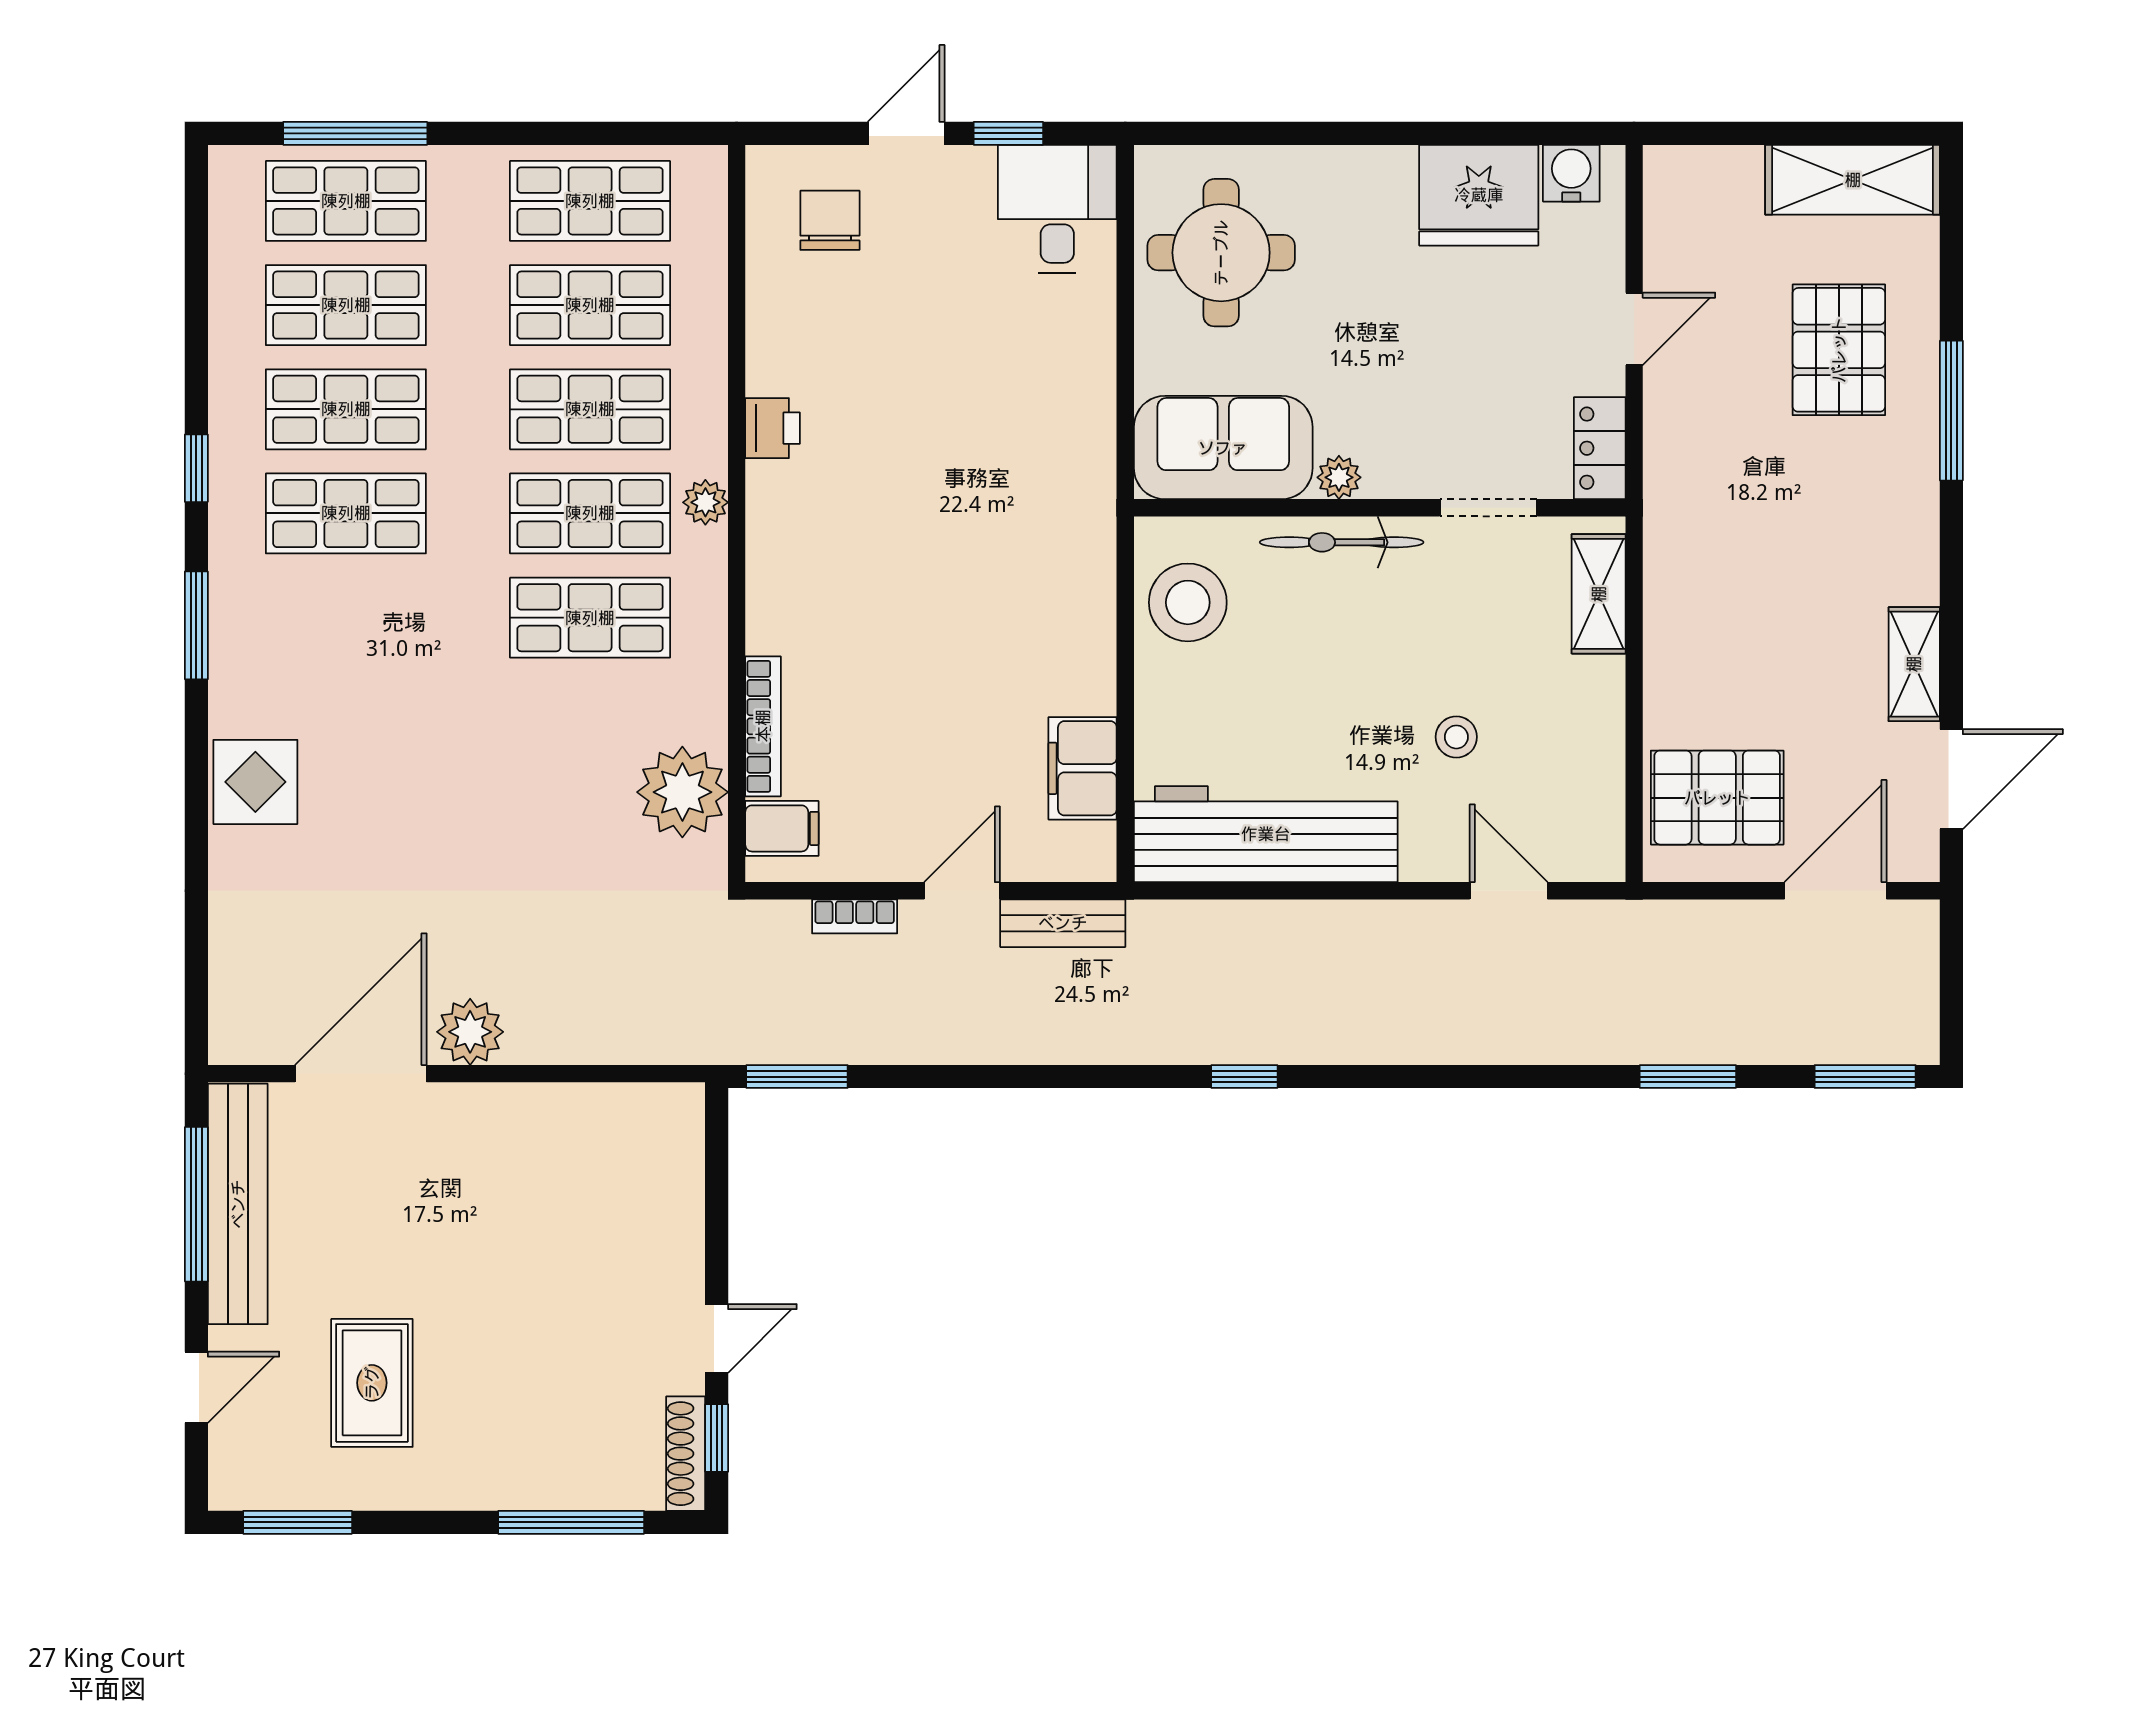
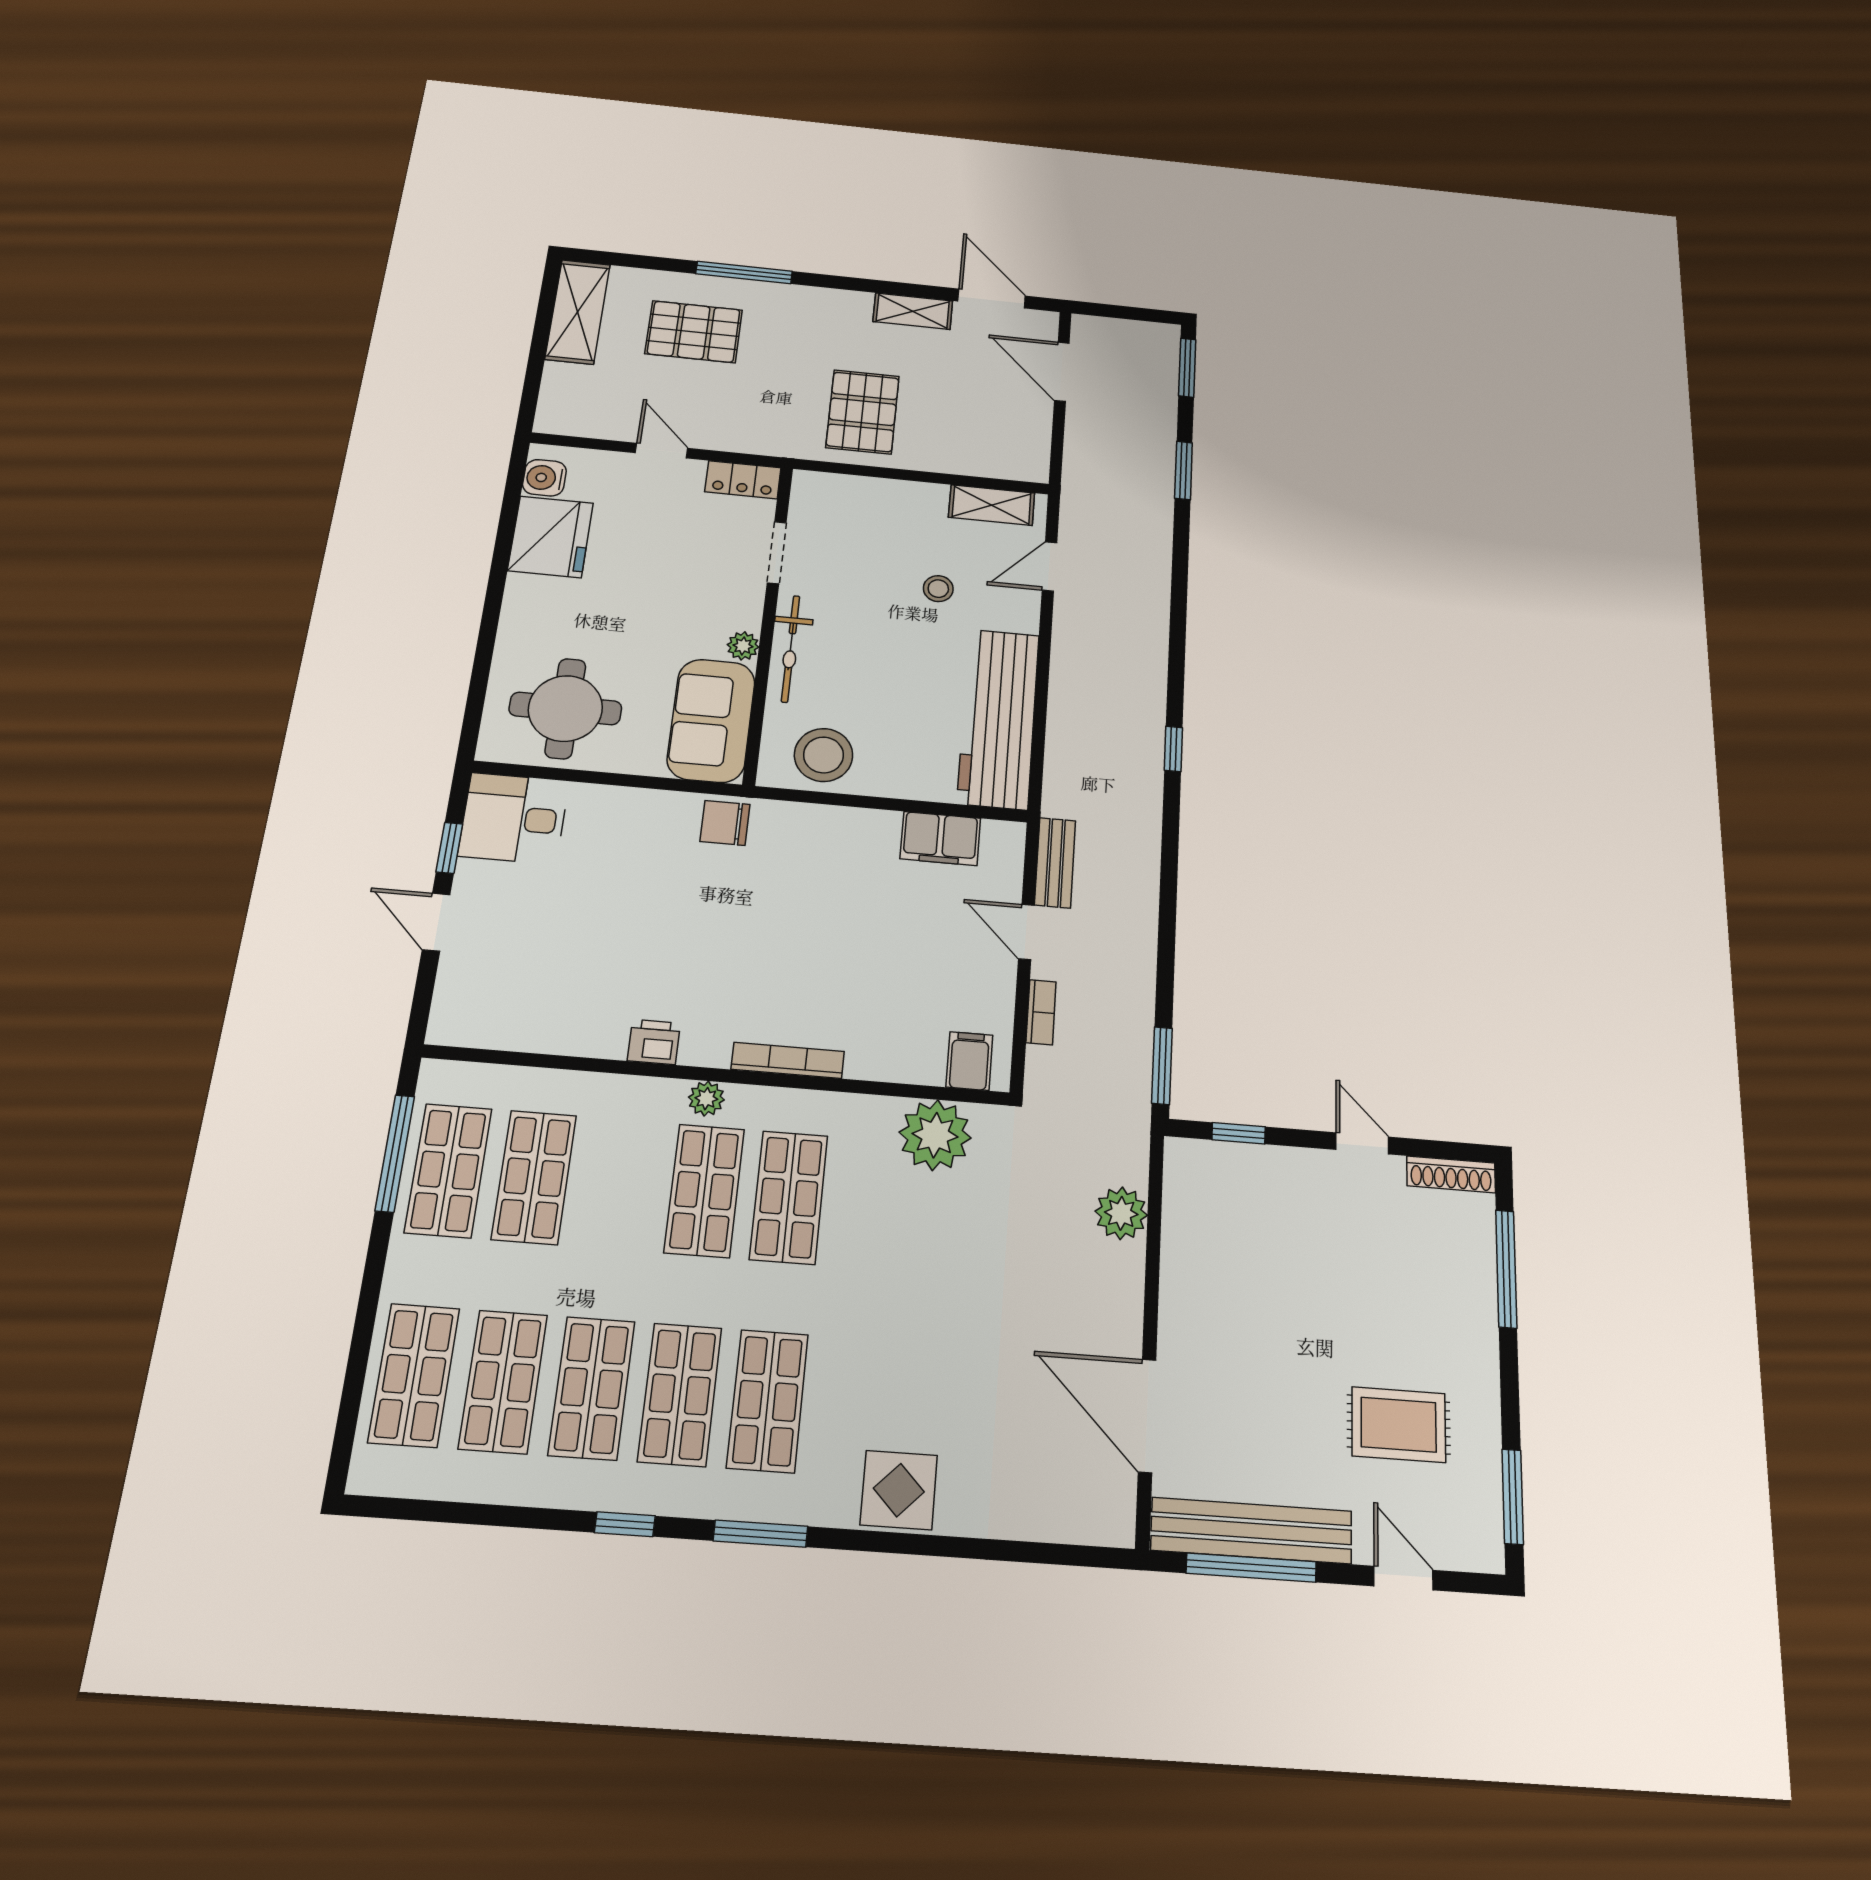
window: (355, 133) -> (395, 1153), moved
chair: (830, 220) -> (725, 823), moved
shop shelf: (590, 409) -> (768, 1401), moved
shelving: (1599, 594) -> (992, 505), moved
bookcase: (763, 726) -> (788, 1060), moved
pallet: (1717, 798) -> (863, 412), moved
plant: (470, 1032) -> (1121, 1213), moved
window: (717, 1438) -> (1239, 1133), moved

